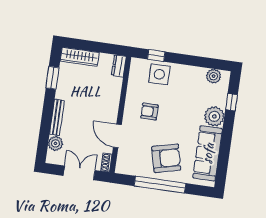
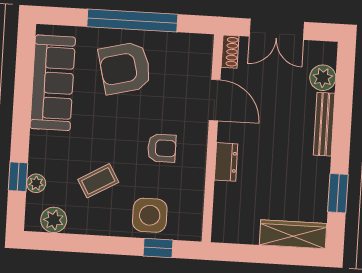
dresser: (119, 66) -> (226, 162), moved
coffee table: (187, 96) -> (98, 181), added
plant: (214, 116) -> (36, 183), moved, width x0.53, depth x0.53

